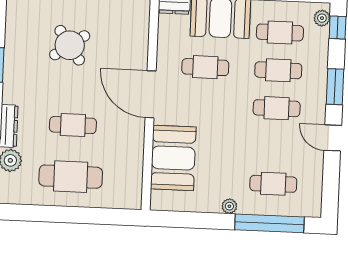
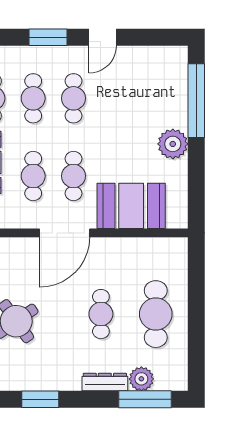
cafe table: (273, 184) -> (73, 176), moved
plant: (229, 206) -> (173, 144), width x1.87, depth x1.87

